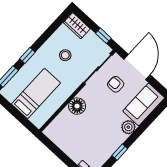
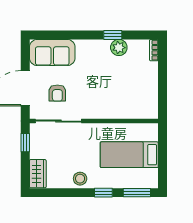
stool: (65, 55) -> (80, 179), moved
floor lamp: (77, 106) -> (107, 109), removed
plant: (128, 127) -> (119, 48), moved

